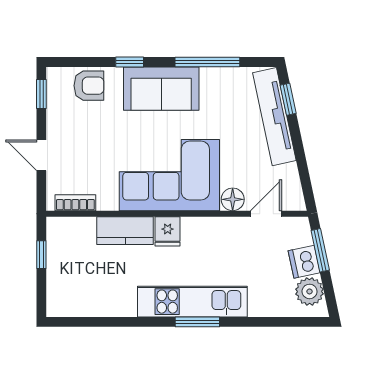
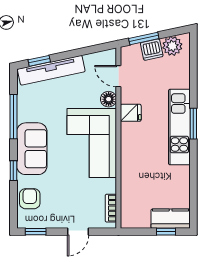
kitchen counter: (125, 231) -> (171, 219), moved, turned -90
fridge: (168, 231) -> (131, 113), moved
window: (41, 255) -> (166, 232), moved

